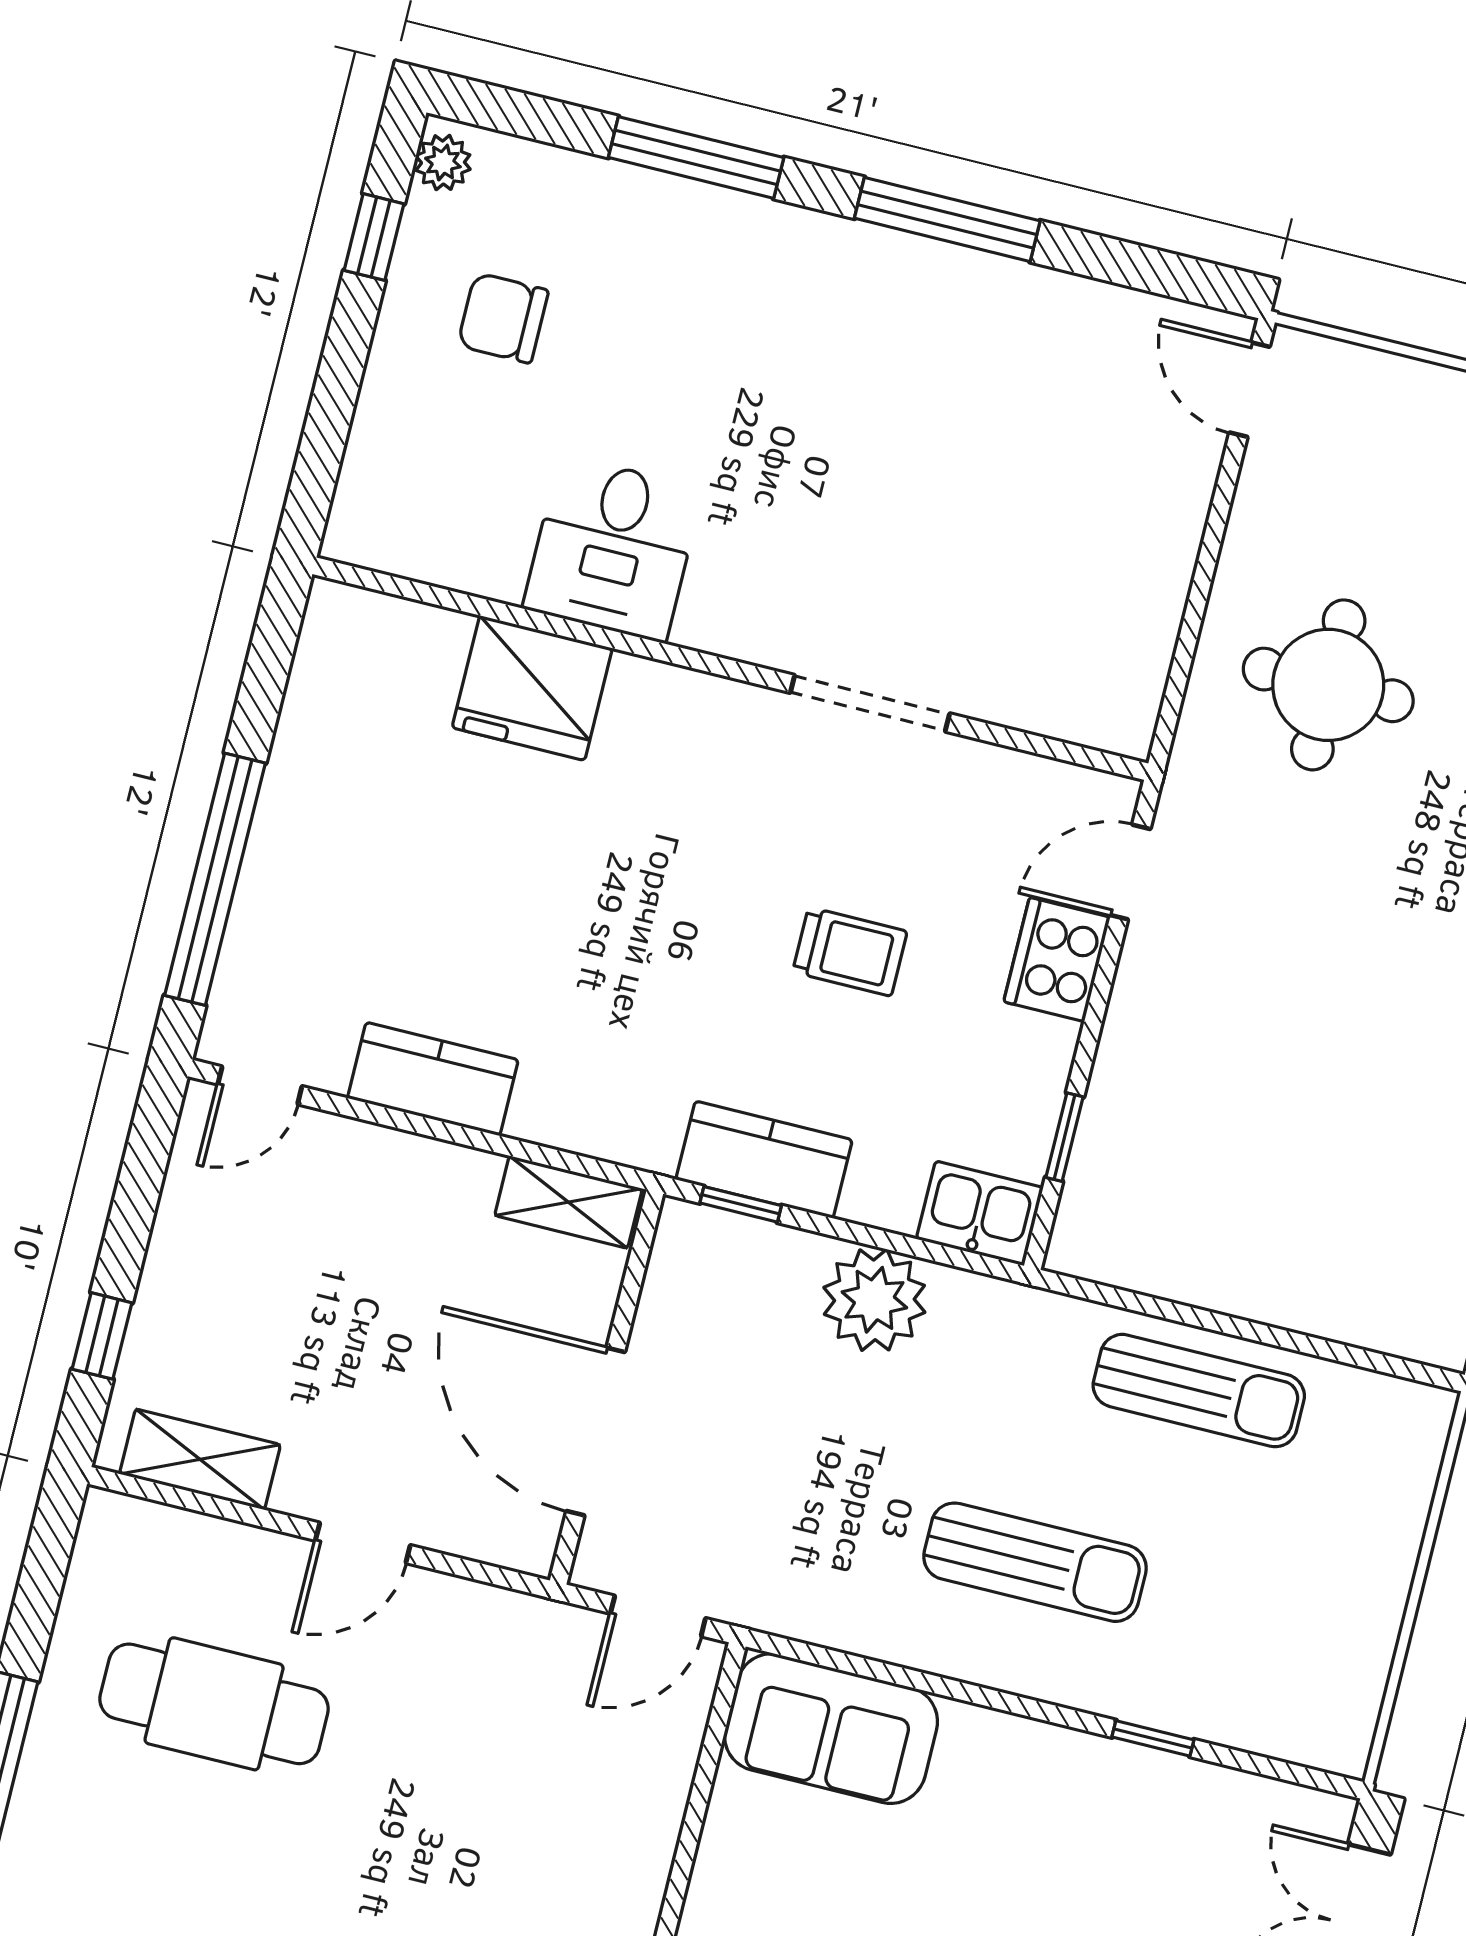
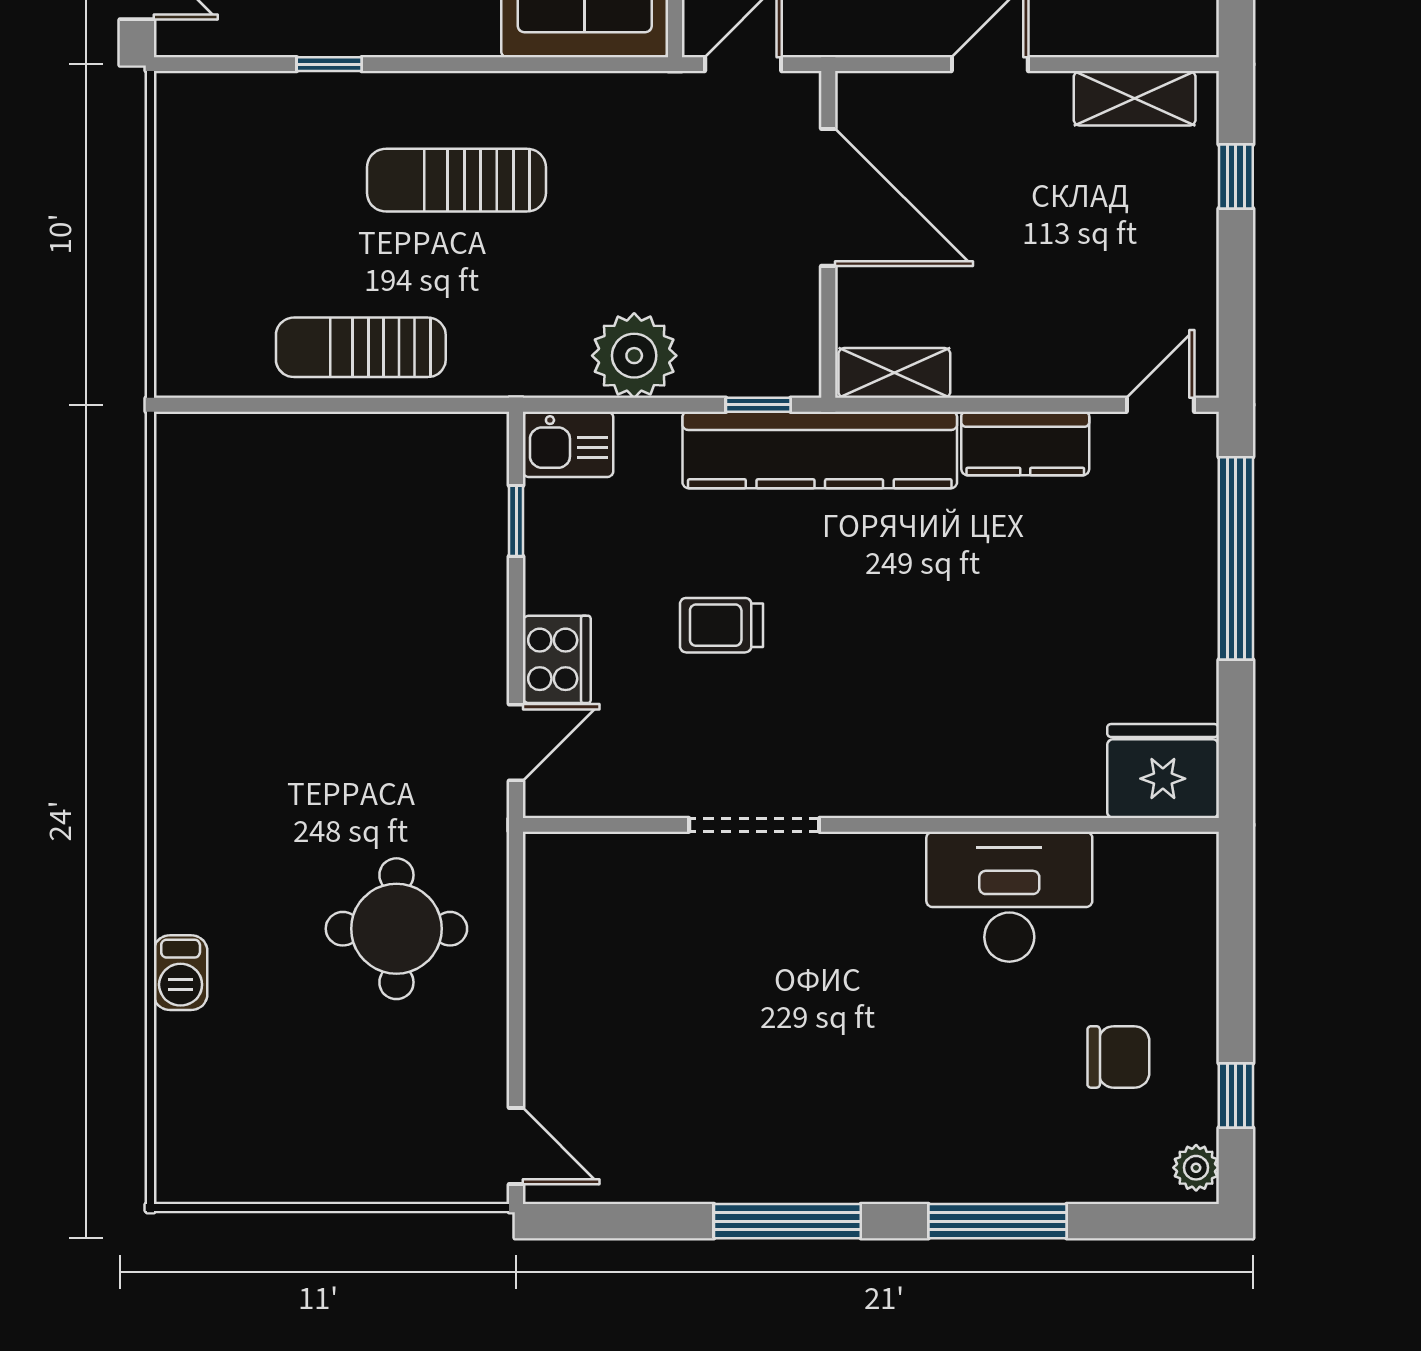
desk: (613, 548) -> (1009, 897), width x1.37
fridge: (532, 688) -> (1163, 771), moved
kitchen counter: (764, 1160) -> (820, 450), width x2.08, depth x1.17

